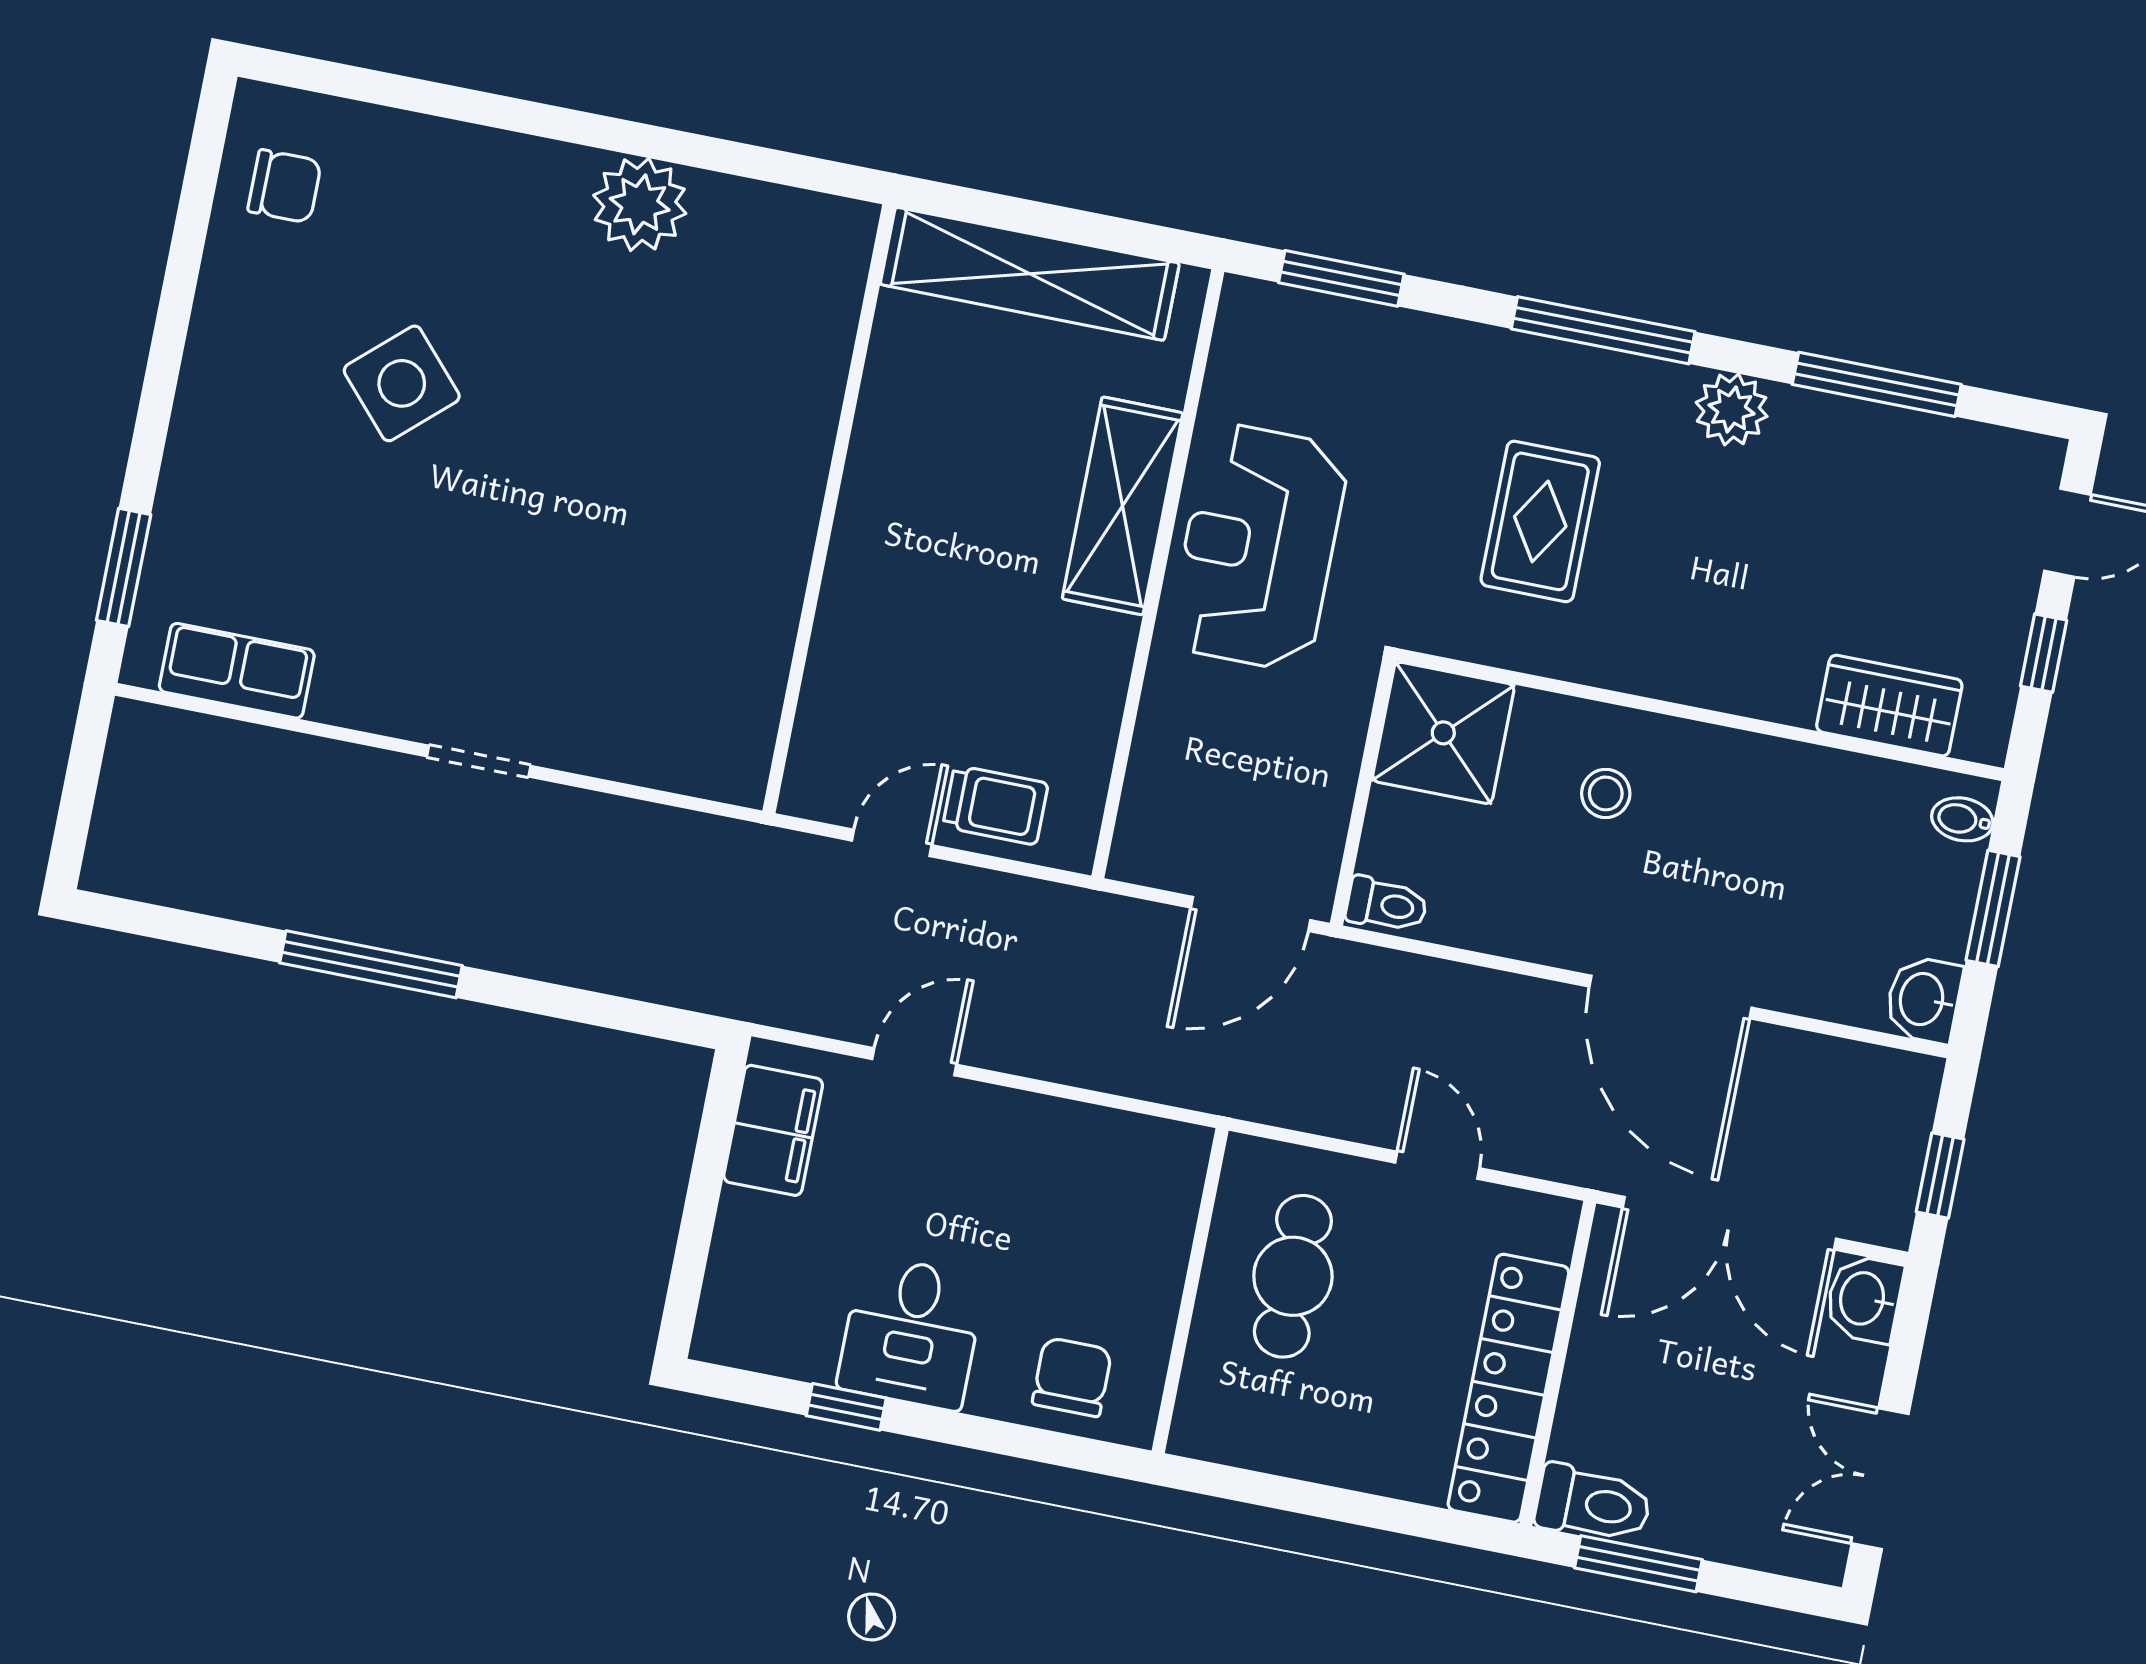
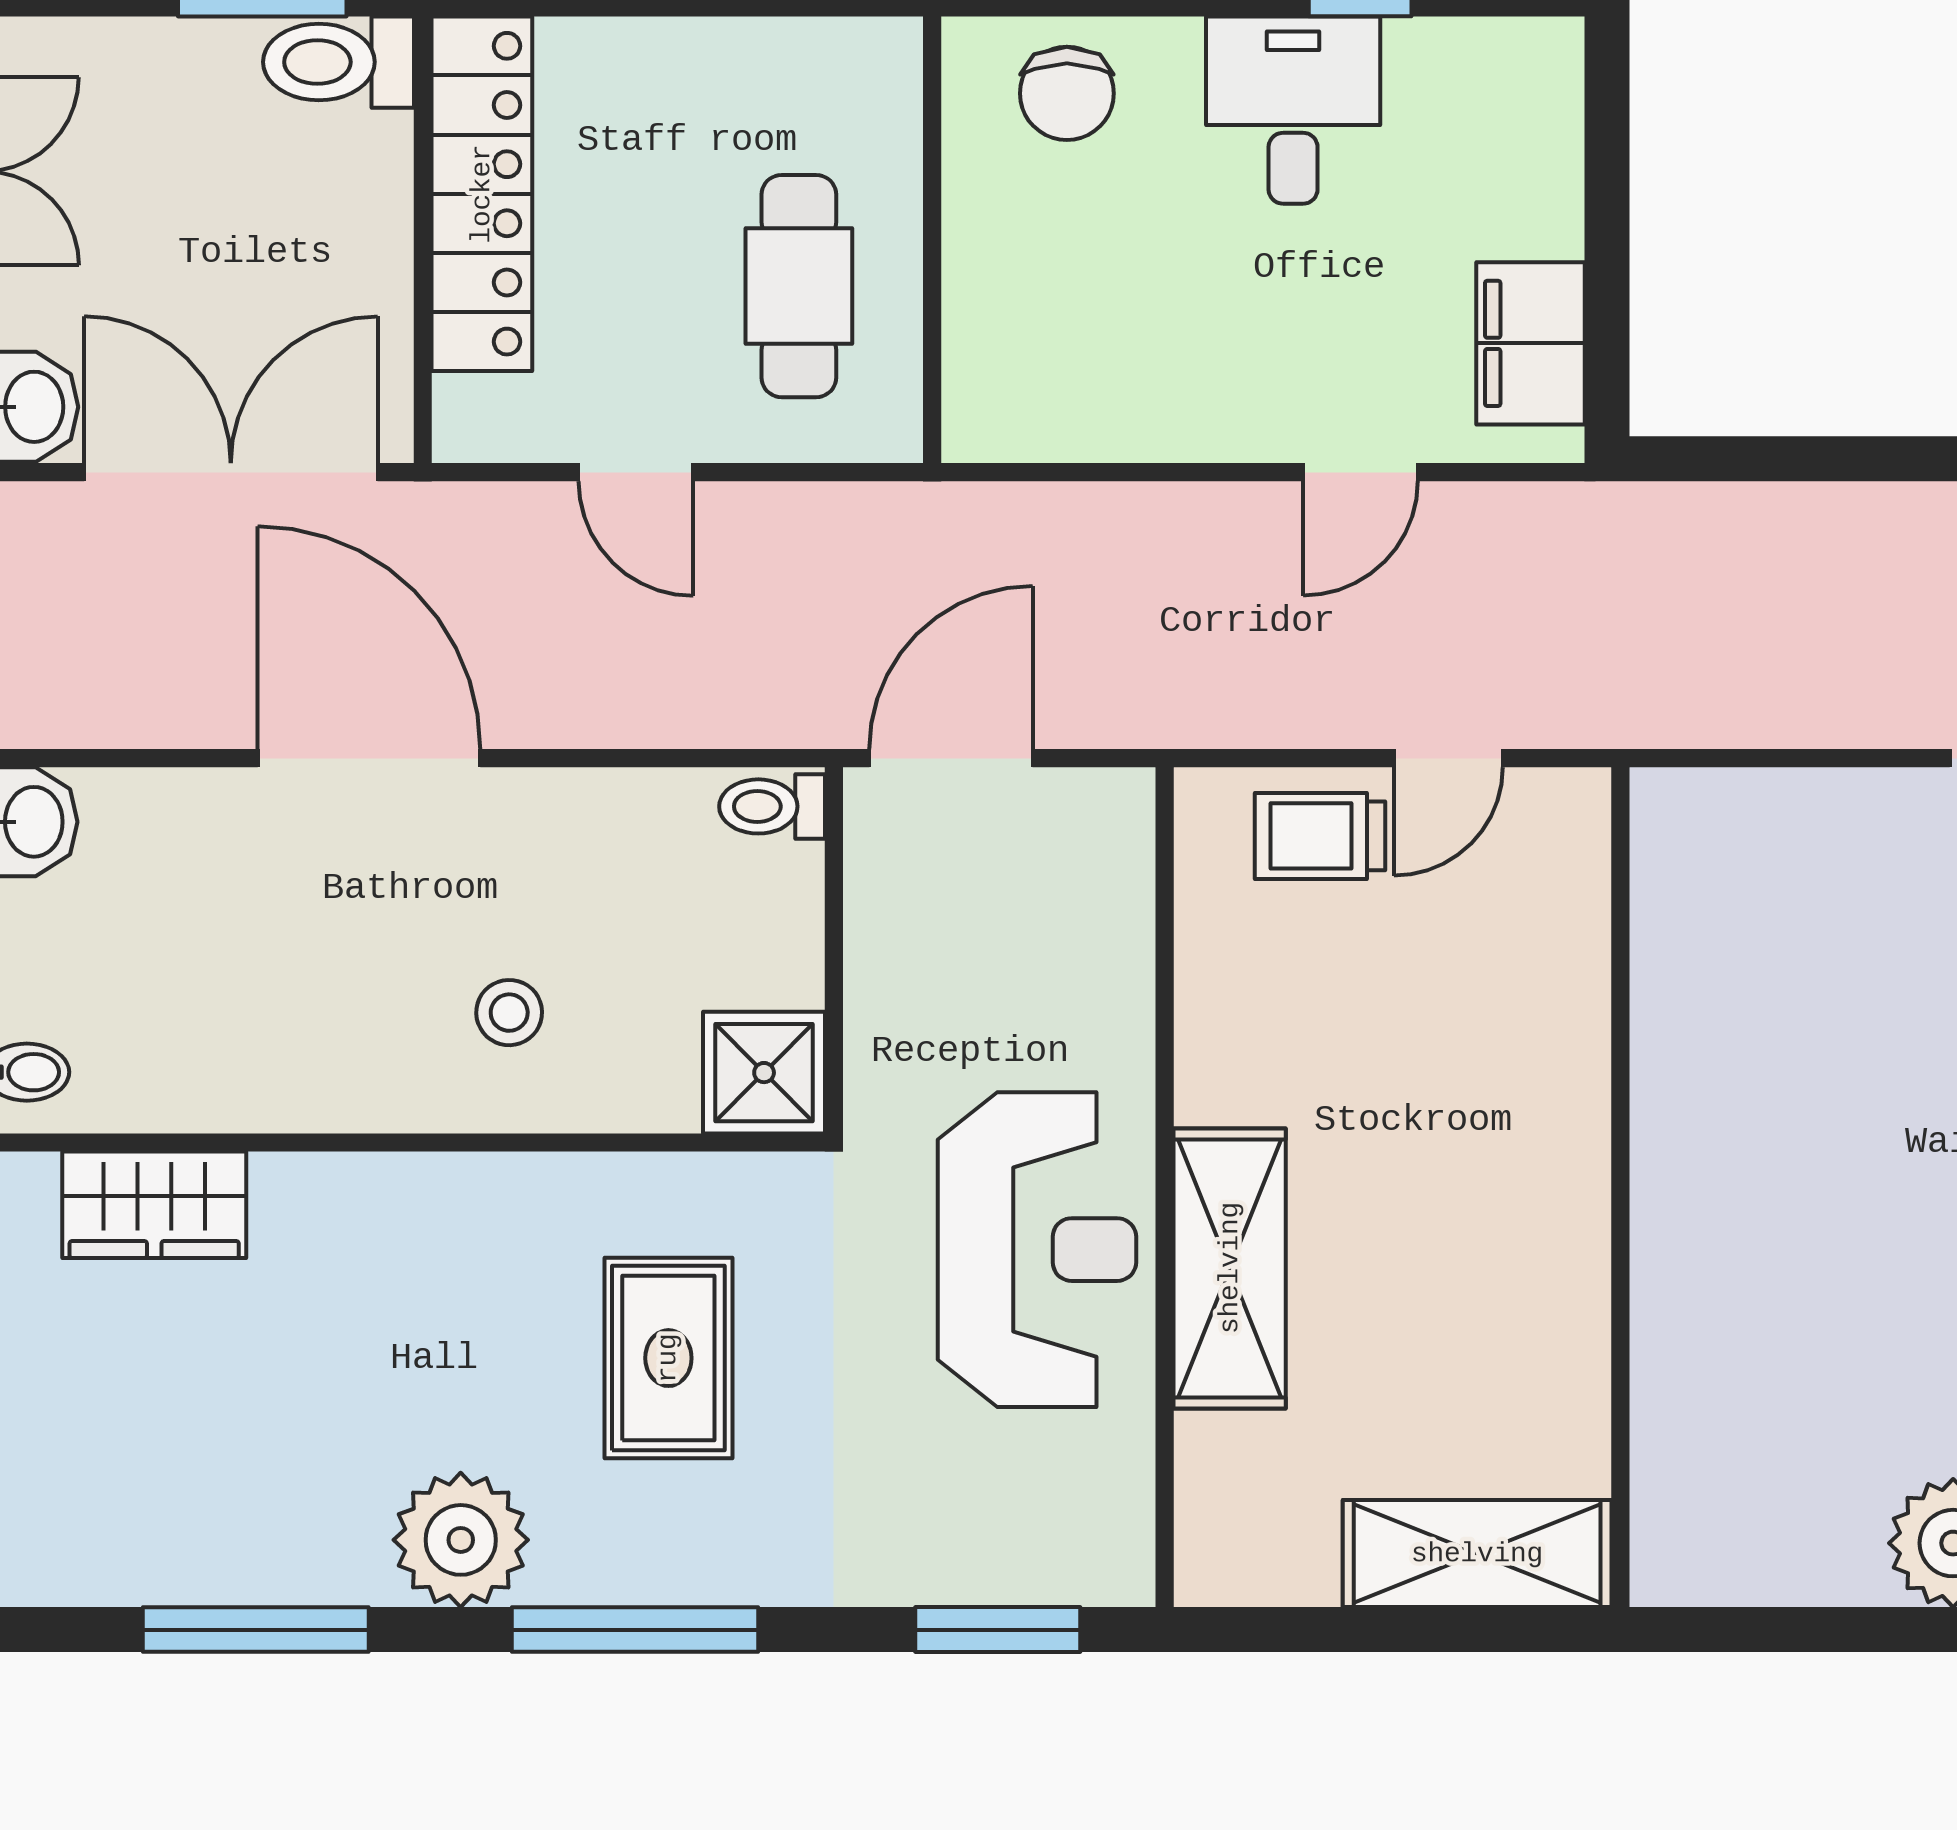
shelving: (1030, 274) -> (1477, 1554), width x0.68
plant: (1732, 409) -> (461, 1540), width x1.36, depth x1.36
shower: (1443, 733) -> (764, 1073), width x0.73, depth x0.73

